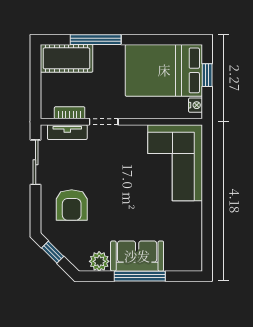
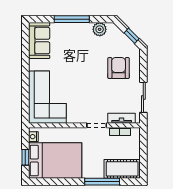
sofa: (137, 256) -> (39, 41), moved, turned -90

